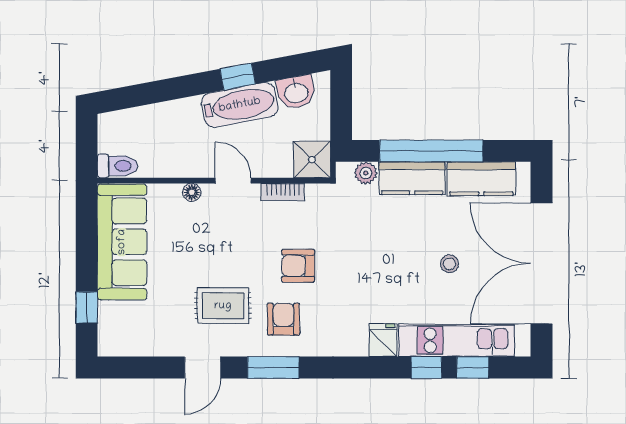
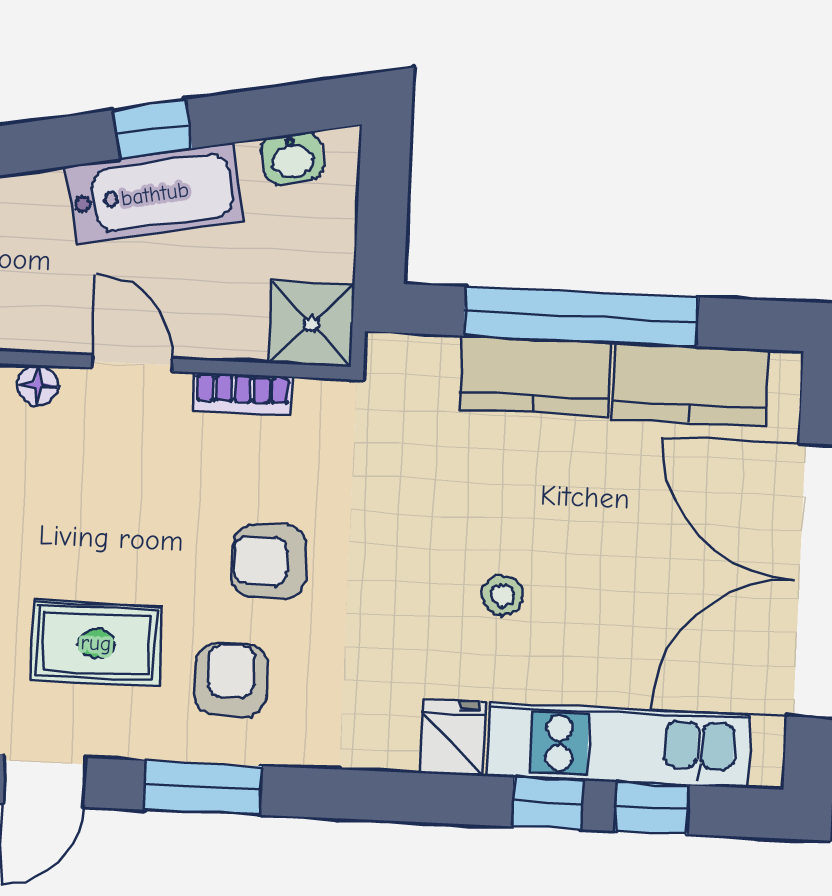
washbasin: (296, 92) -> (292, 158), width x0.72, depth x0.69
plant: (366, 173) -> (431, 359), removed
stool: (449, 264) -> (503, 595), moved

